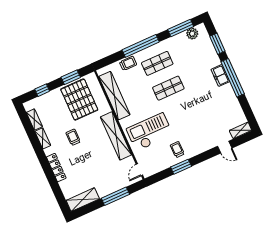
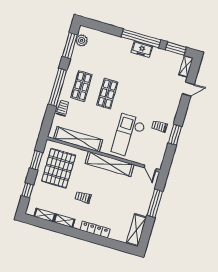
window: (217, 44) -> (176, 49), moved
freezer: (220, 75) -> (142, 49), moved
pallet: (79, 99) -> (59, 168), turned 90

